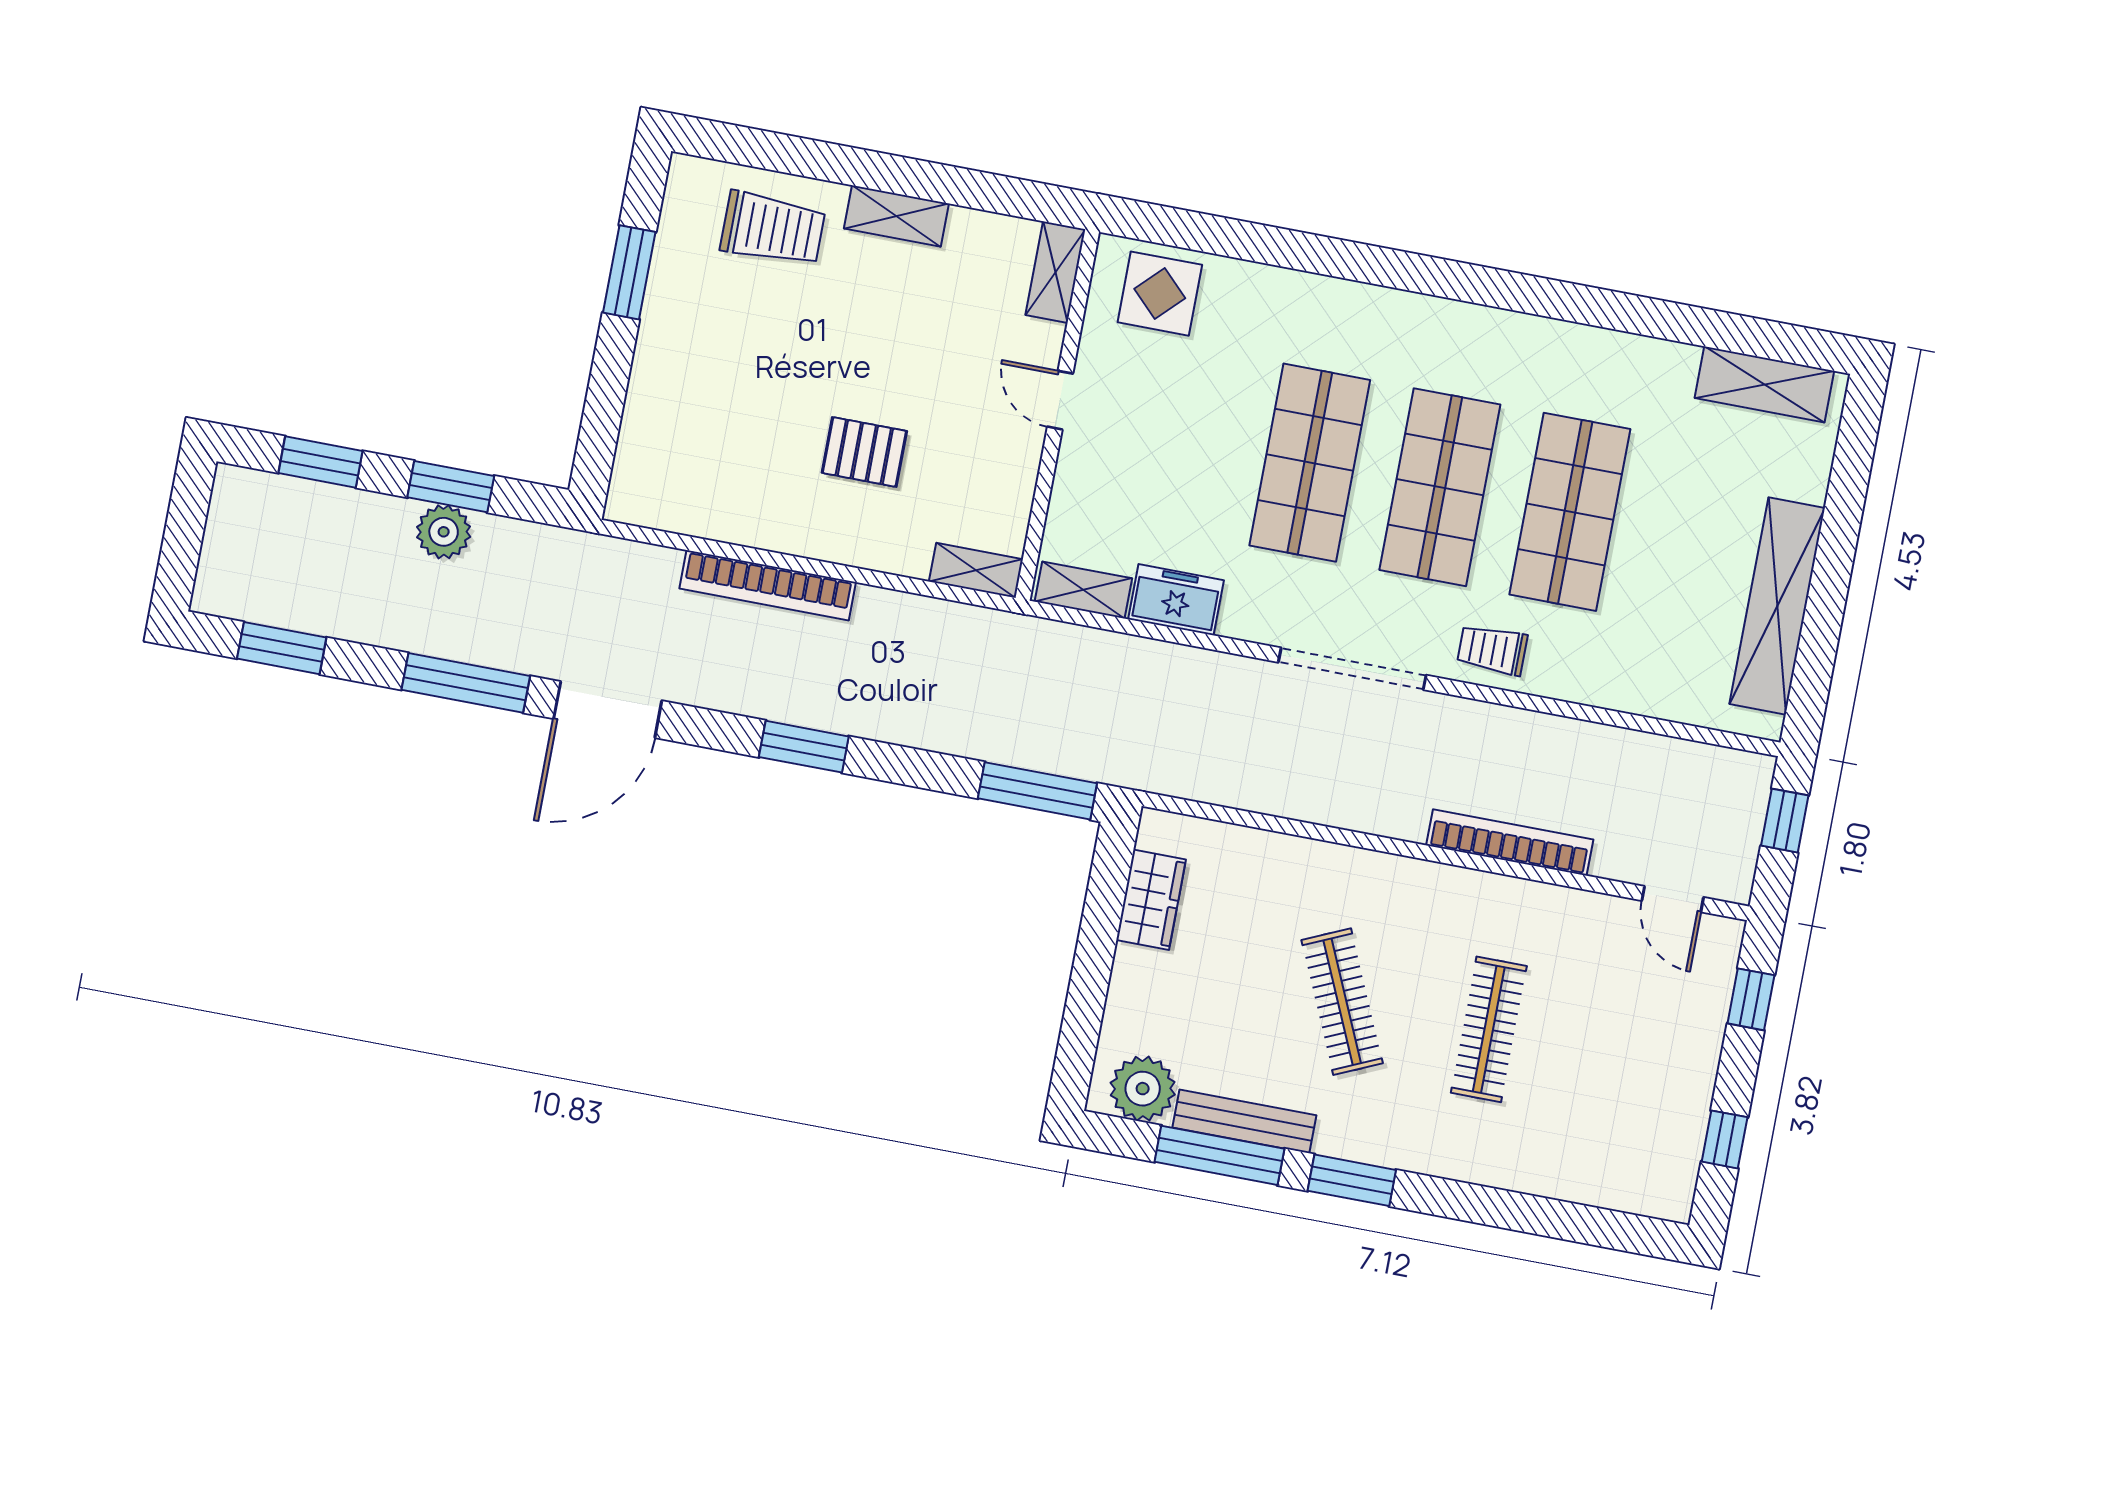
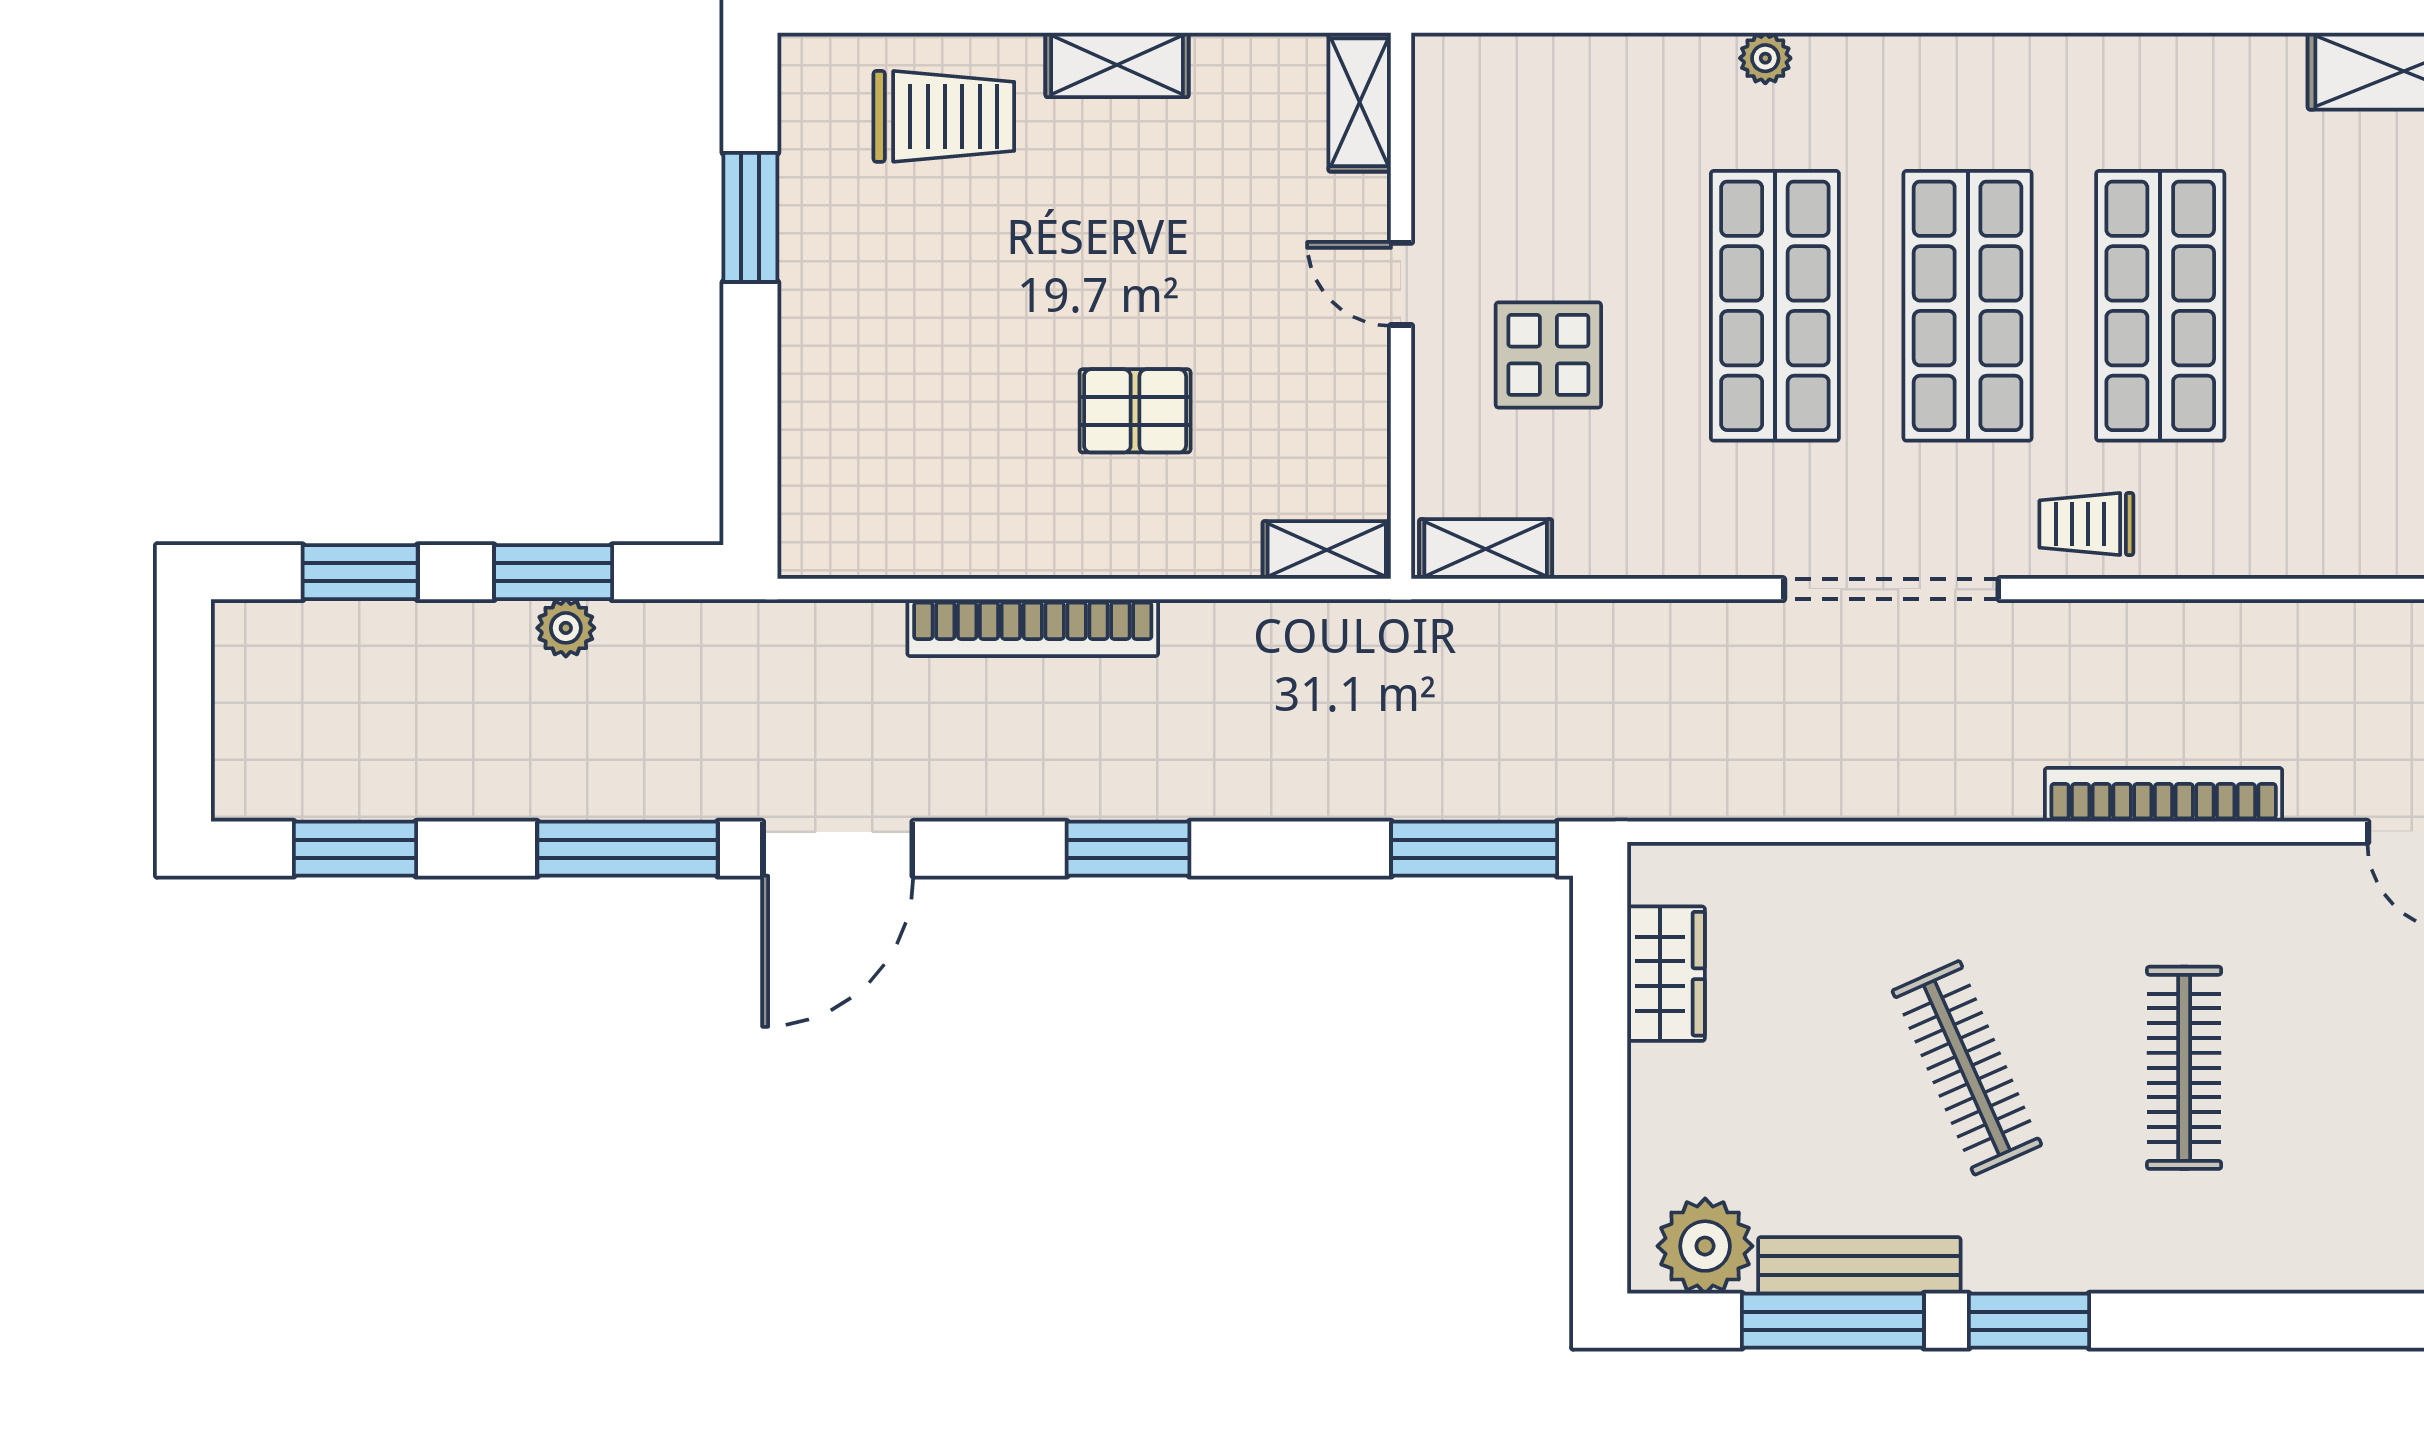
display table: (1160, 294) -> (1548, 355), moved
plant: (1335, 294) -> (1765, 58), added
plant: (444, 532) -> (566, 628), width x0.73, depth x0.73
freezer: (1176, 600) -> (1621, 538), removed

